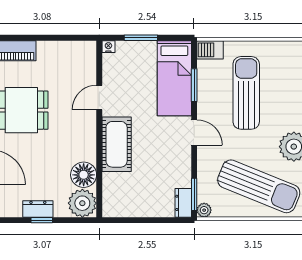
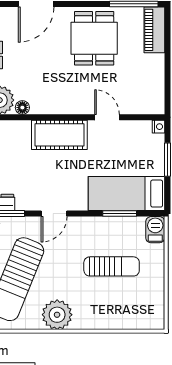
sun lounger: (246, 93) -> (112, 266), width x0.73, depth x0.75
door: (194, 133) -> (54, 214), moved
floor lamp: (84, 175) -> (22, 108), width x0.53, depth x0.53

